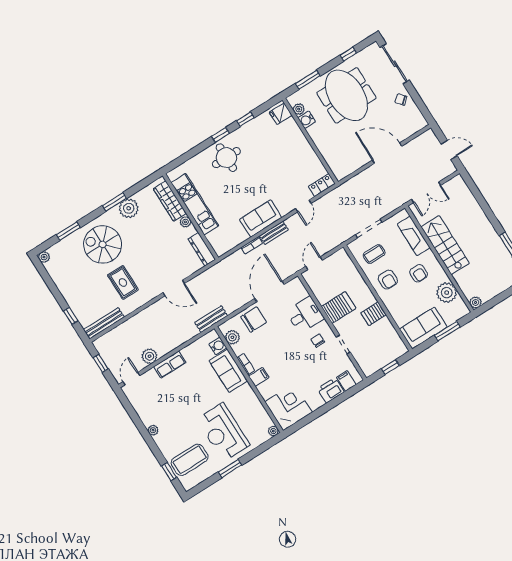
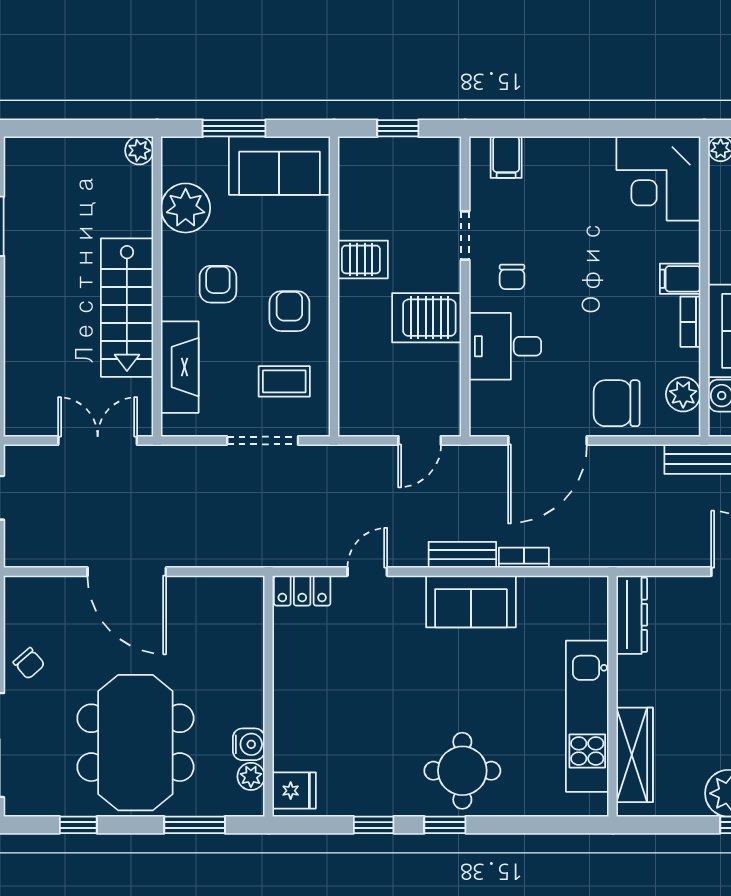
plant: (185, 222) -> (630, 692), removed
printer: (331, 390) -> (550, 158), removed

